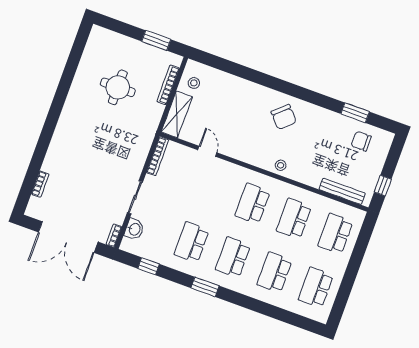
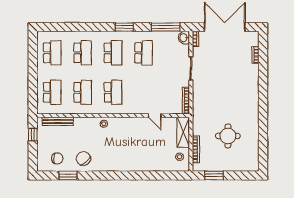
chair: (284, 117) -> (83, 159), moved
washbasin: (134, 229) -> (184, 38), moved
window: (149, 266) -> (166, 27), width x2.17

